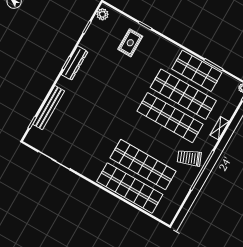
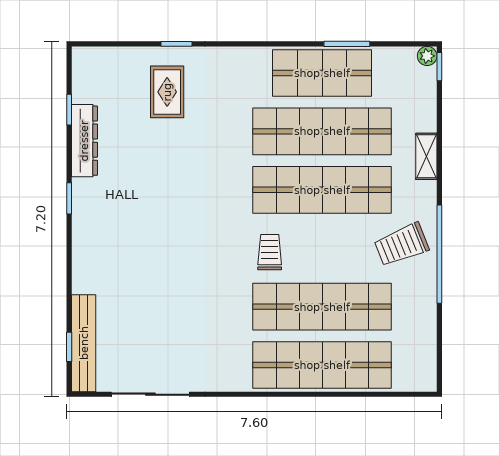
plant: (102, 14) -> (84, 68), removed
dresser: (75, 63) -> (84, 141), moved
bench: (49, 108) -> (84, 343), moved
trolley: (135, 131) -> (270, 252), added

